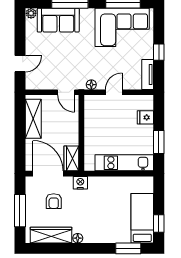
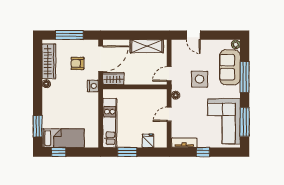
side table: (72, 56) -> (200, 79), added
door: (114, 92) -> (169, 114), swing flipped

